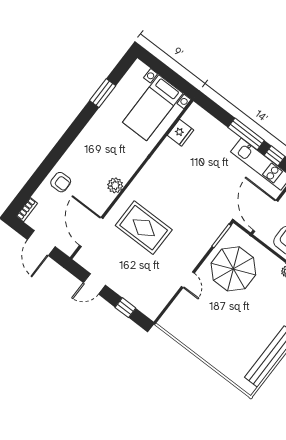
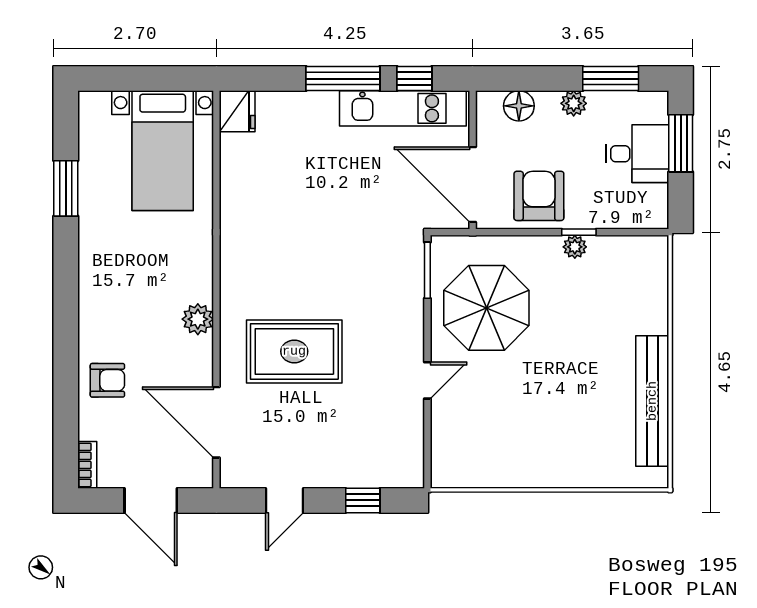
fridge: (180, 133) -> (237, 111), moved
door: (188, 280) -> (427, 380), hinge flipped

